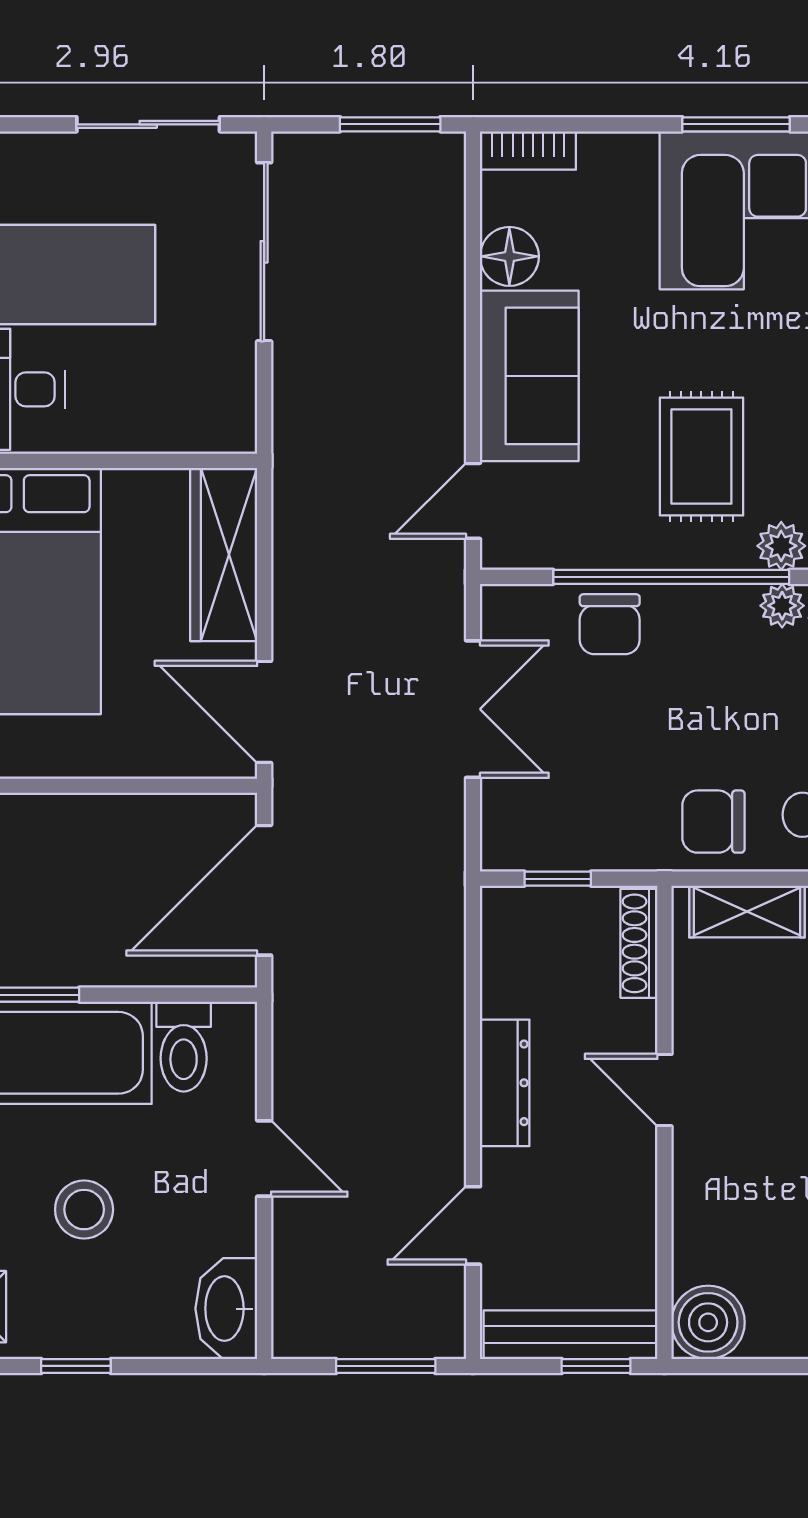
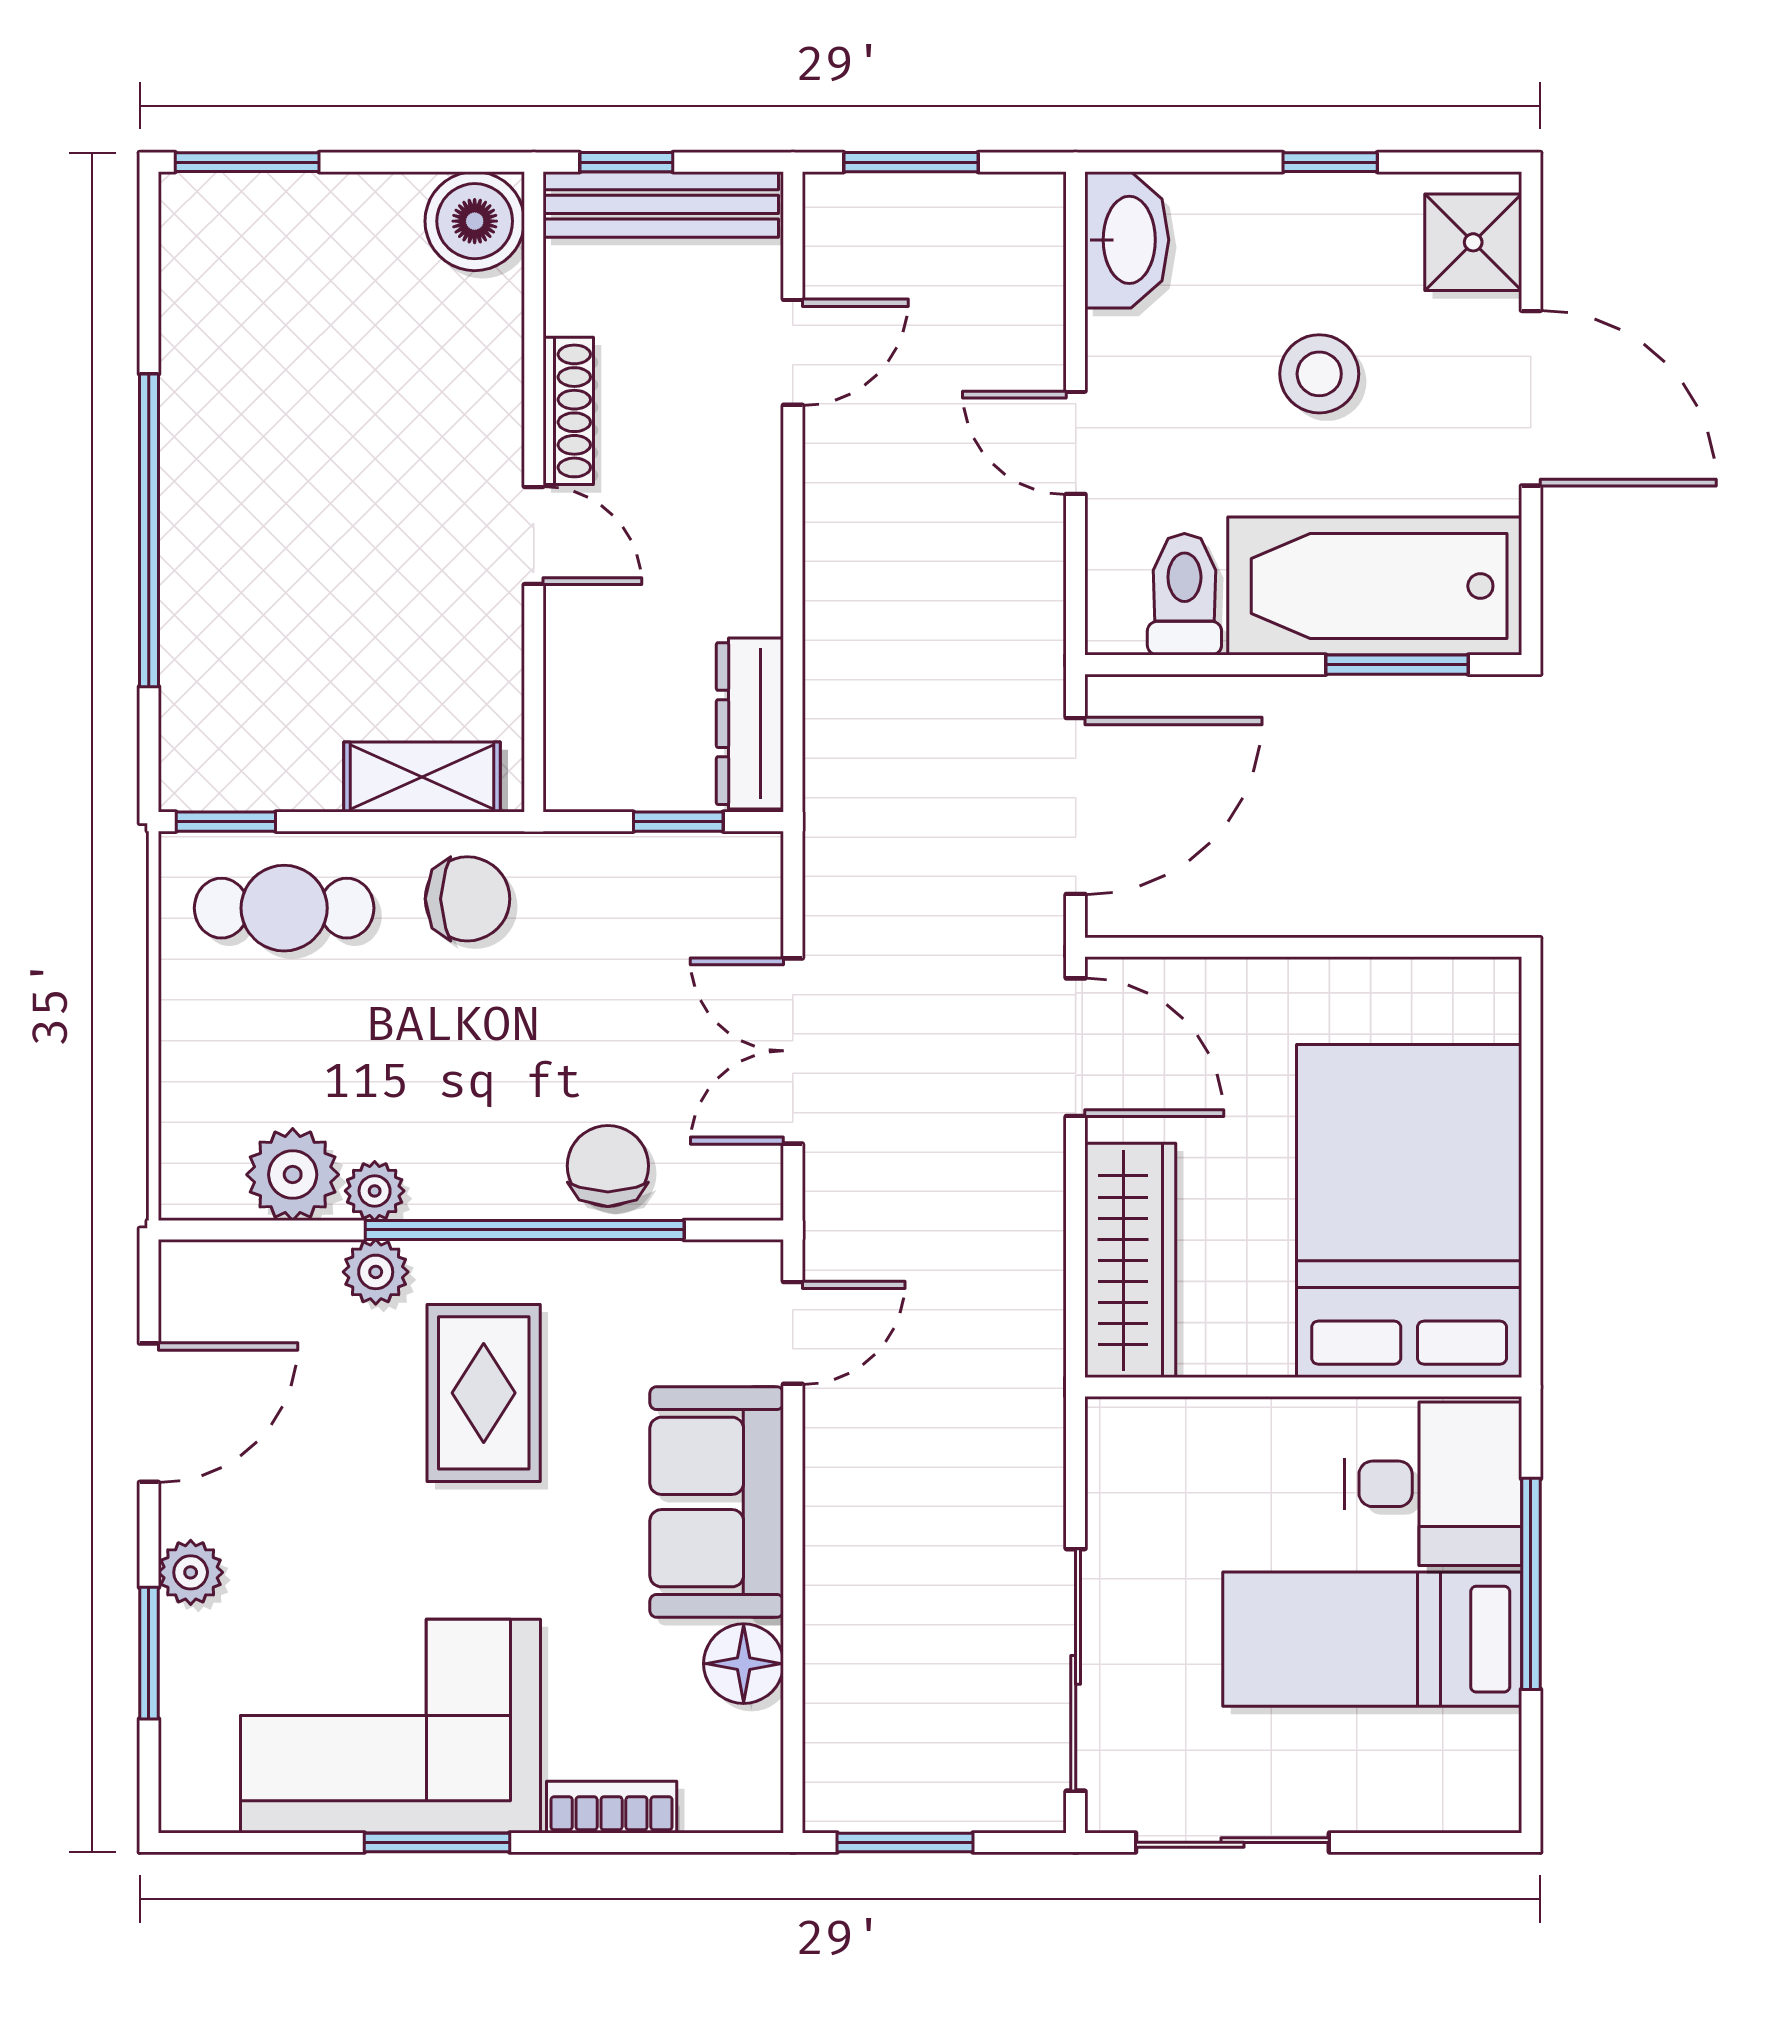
bookcase: (528, 150) -> (612, 1807), moved
shoe rack: (639, 943) -> (568, 411), moved
dresser: (505, 1083) -> (750, 724), moved

